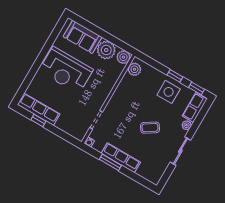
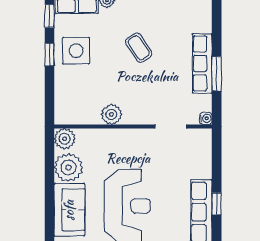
plant: (134, 69) -> (111, 114), moved

